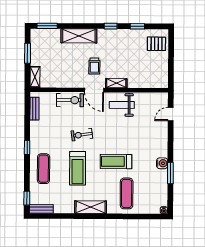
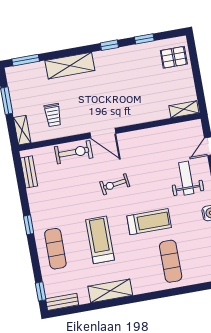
trolley: (94, 66) -> (53, 115), moved
shelving: (116, 83) -> (184, 109), moved
weight bench: (122, 105) -> (186, 178), moved, turned 90
exercise bike: (82, 135) -> (115, 184), moved
treadmill: (116, 161) -> (149, 222), turned 180
treadmill: (78, 168) -> (100, 240), turned 180
shelving: (91, 207) -> (110, 291), moved

